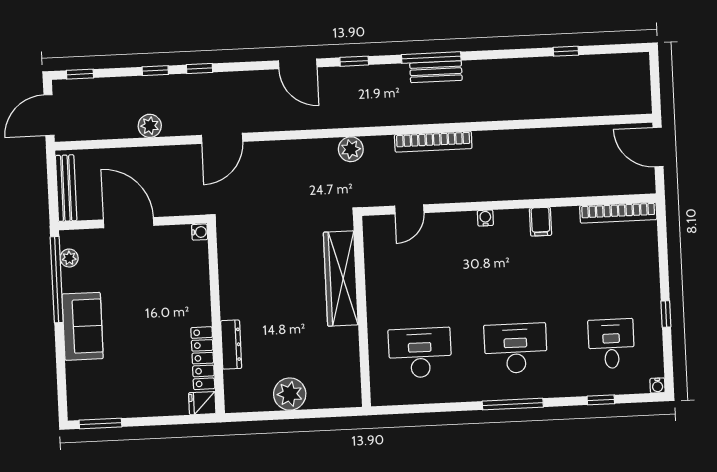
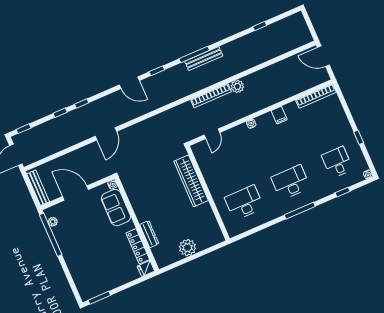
bench: (436, 72) -> (204, 59), width x1.36
plant: (150, 126) -> (68, 141), removed
plant: (351, 149) -> (237, 86), moved
sofa: (83, 326) -> (116, 208), moved, turned 180

